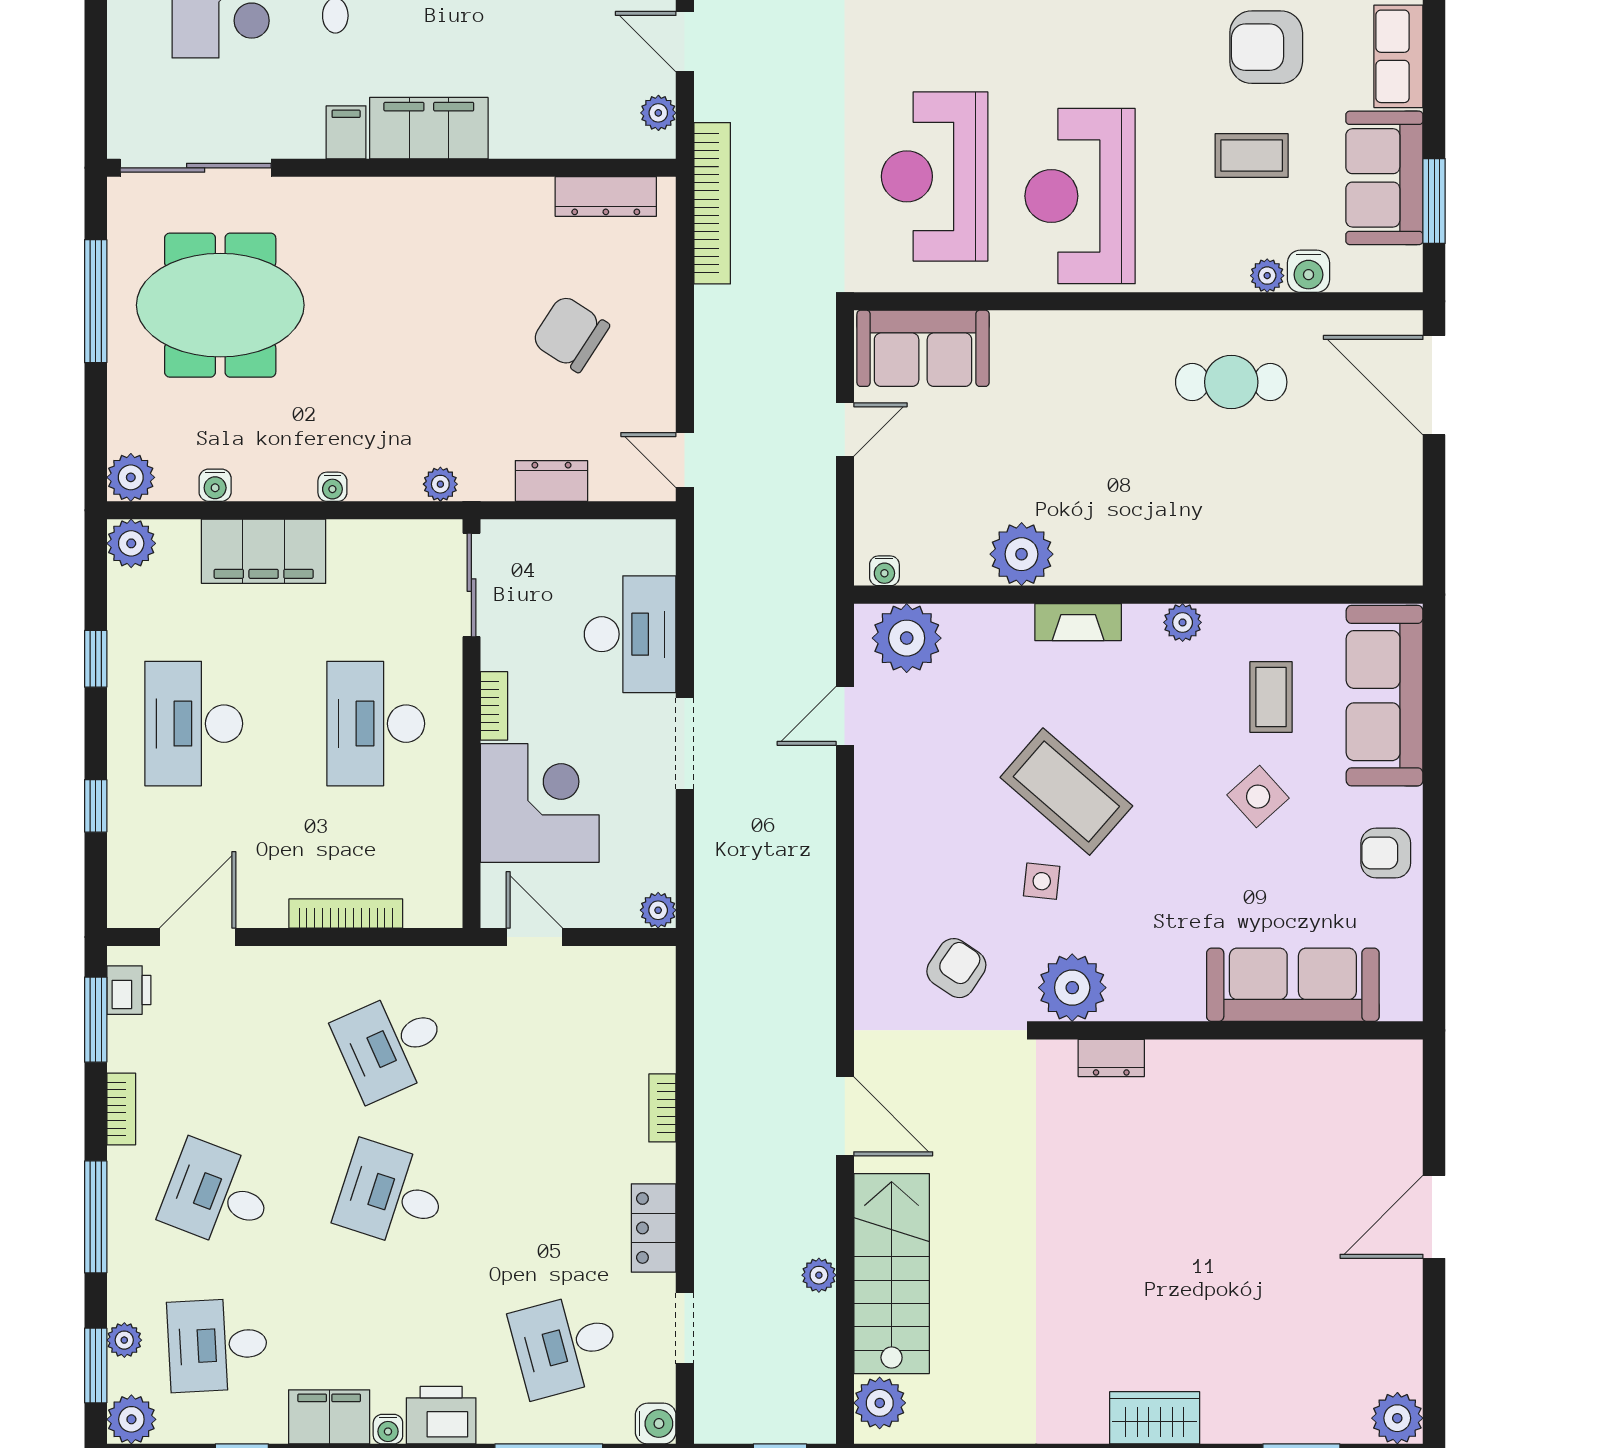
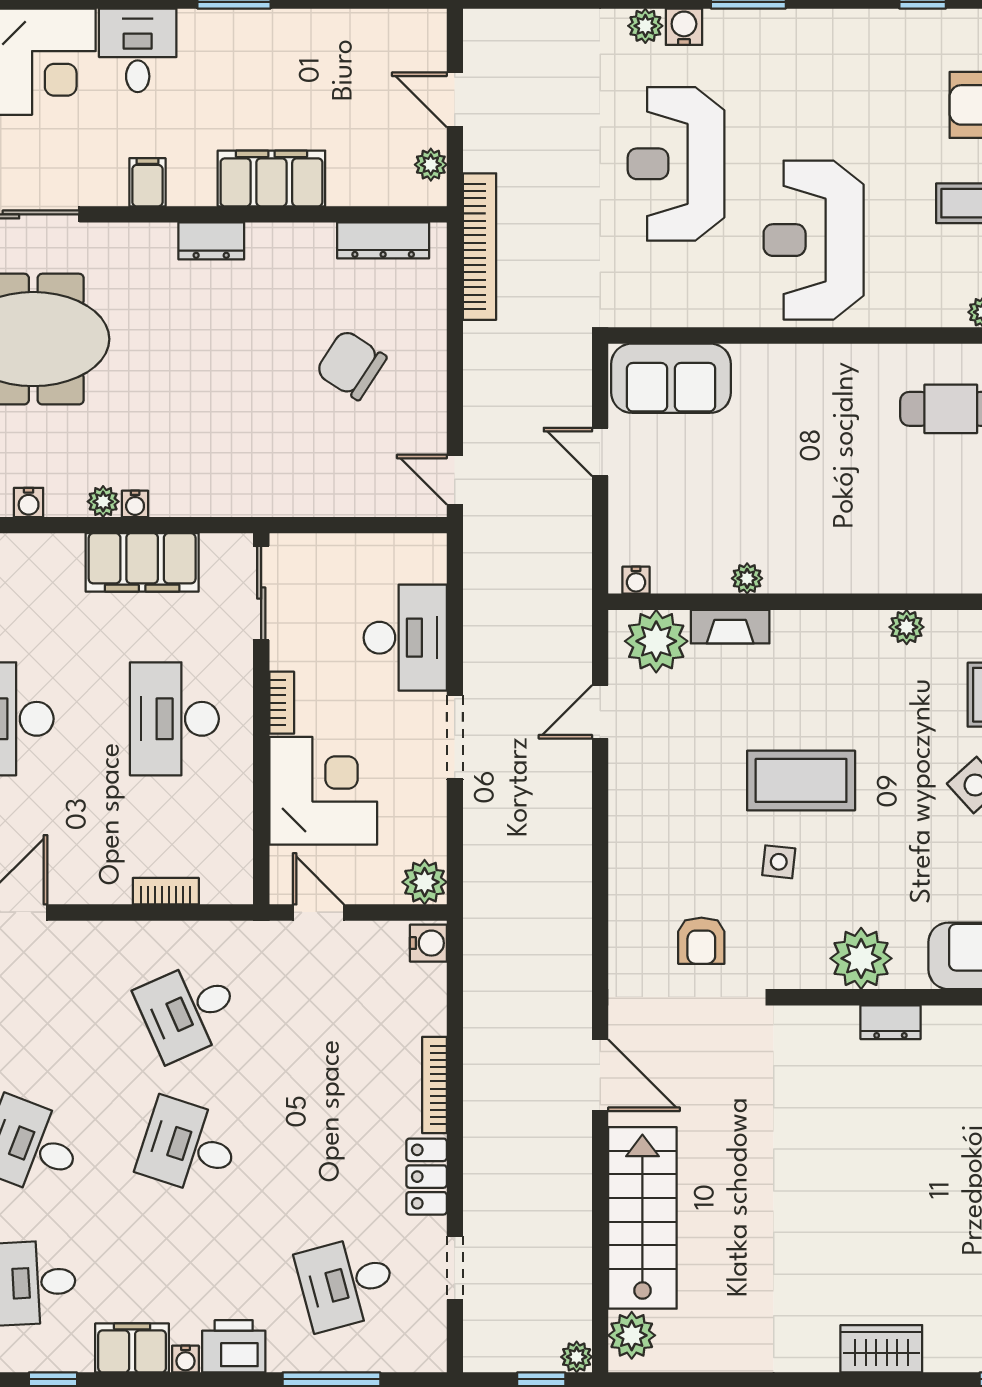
filing cabinet: (429, 128) -> (271, 178), moved
reception desk: (935, 176) -> (676, 164), moved
door: (845, 429) -> (600, 452), swing flipped
dresser: (551, 481) -> (211, 241), moved, turned 180
plant: (440, 484) -> (103, 502), moved
filing cabinet: (264, 551) -> (142, 562), moved
plant: (1022, 554) -> (747, 578), width x0.53, depth x0.53
fireplace: (1078, 622) -> (730, 627), moved
coffee table: (1066, 792) -> (801, 780), turned -41
plant: (658, 910) -> (425, 882), width x1.38, depth x1.38
bookcase: (346, 914) -> (166, 891), width x0.64
armchair: (956, 968) -> (701, 941), turned 146
plant: (1072, 988) -> (861, 958), moved
dresser: (1111, 1058) -> (890, 1022), moved
bookcase: (662, 1108) -> (435, 1085), width x1.56
plant: (819, 1275) -> (577, 1357), moved
water cooler: (656, 1424) -> (428, 943), moved

